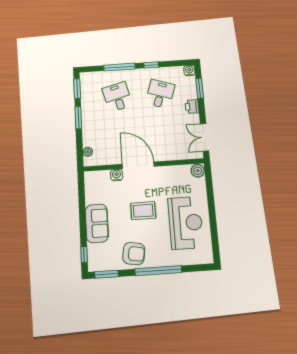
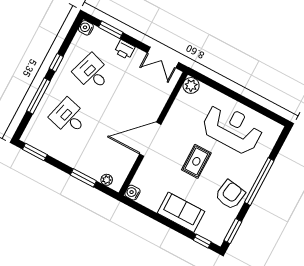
desk: (117, 97) -> (69, 117), turned 30
window: (78, 118) -> (83, 178), moved
water cooler: (117, 175) -> (132, 193), moved

